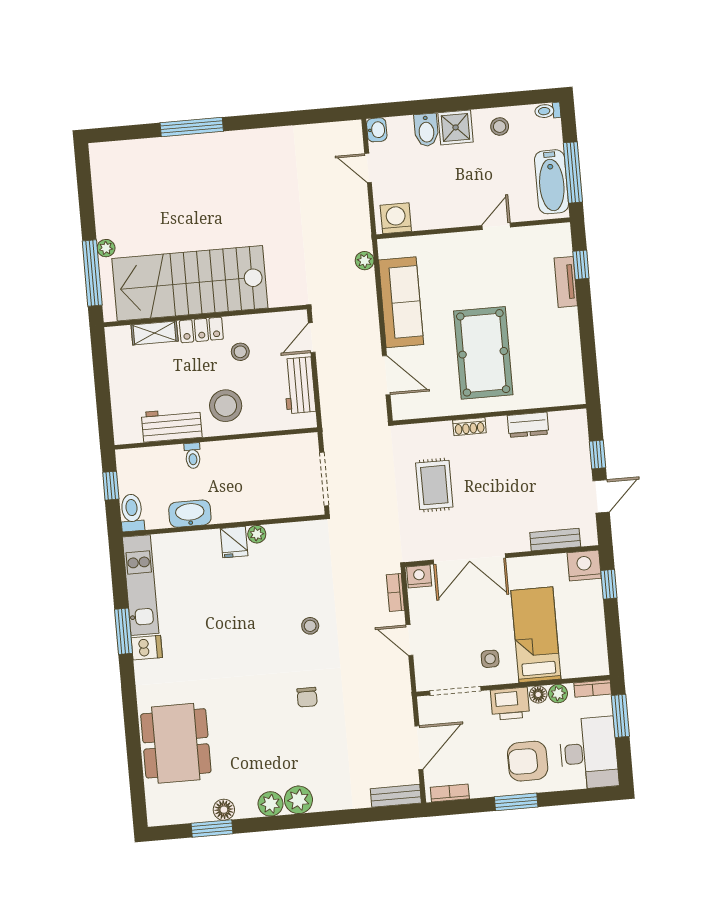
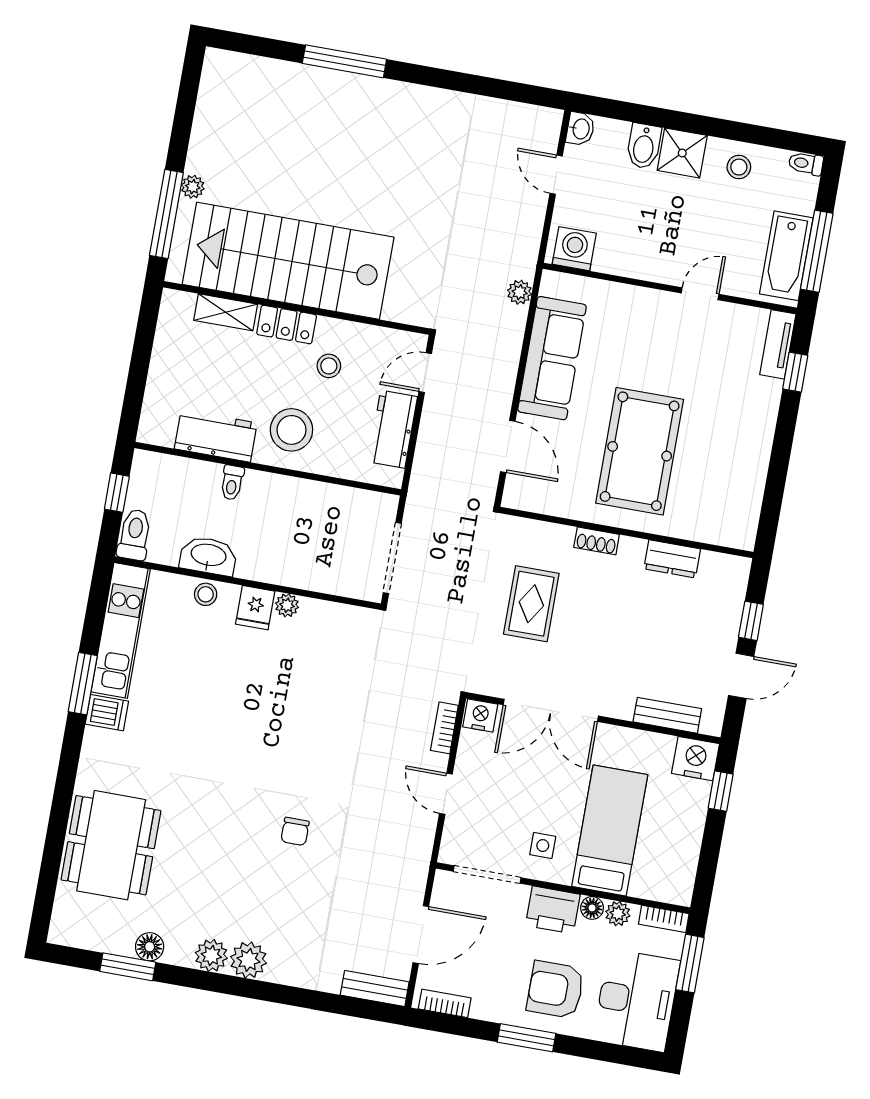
tv unit: (566, 282) -> (778, 344), moved
stool: (310, 626) -> (206, 594), moved

